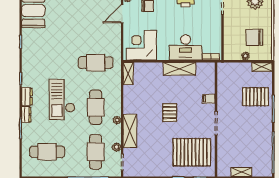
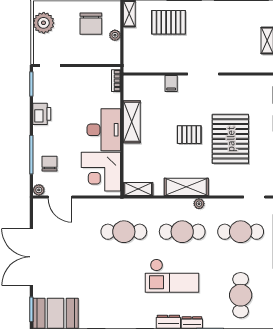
desk: (185, 47) -> (104, 130), moved
cafe table: (96, 63) -> (124, 232), turned 90
pallet: (255, 97) -> (169, 22), turned 90
shelving: (130, 131) -> (186, 187), moved
plant: (116, 147) -> (235, 204), removed
pallet: (192, 152) -> (230, 139), moved

